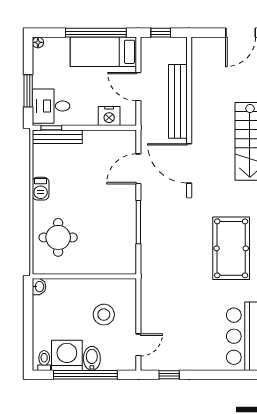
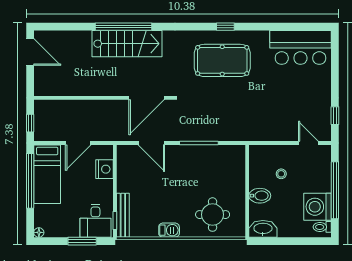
bench: (178, 101) -> (91, 108), removed
washbasin: (39, 287) -> (263, 229), width x1.91, depth x1.45
stool: (104, 315) -> (281, 174), width x0.53, depth x0.53
bidet: (92, 358) -> (260, 196), moved, turned 180

